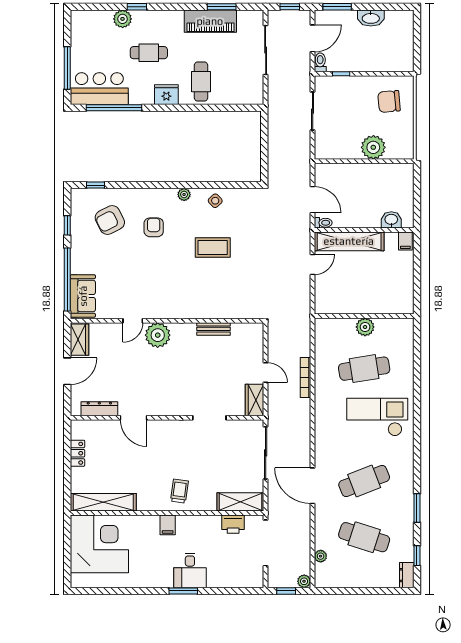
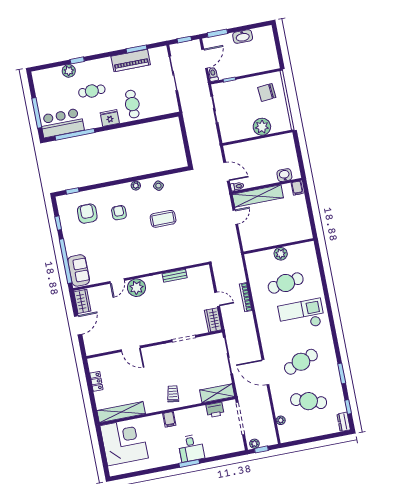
armchair: (110, 220) -> (87, 214), turned 117
dresser: (99, 409) -> (106, 347), removed
plant: (304, 581) -> (254, 444), moved

